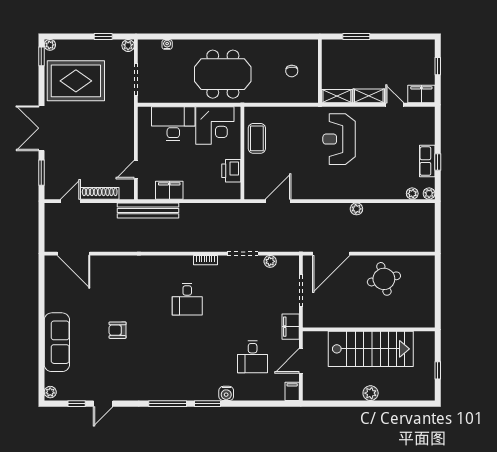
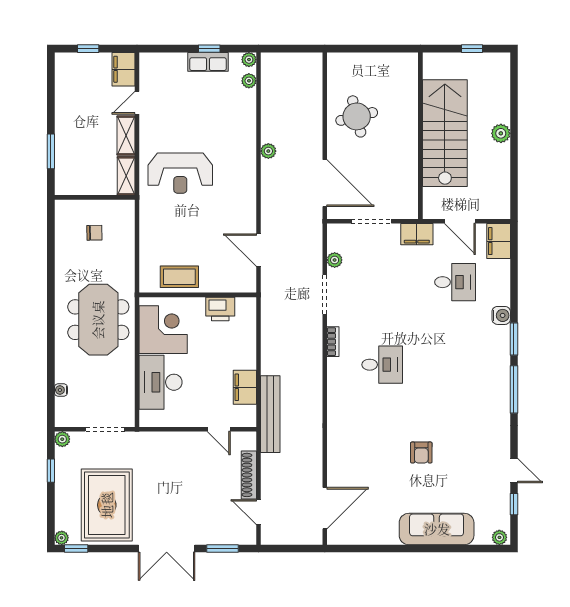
filing cabinet: (292, 391) -> (499, 241), width x2.00

